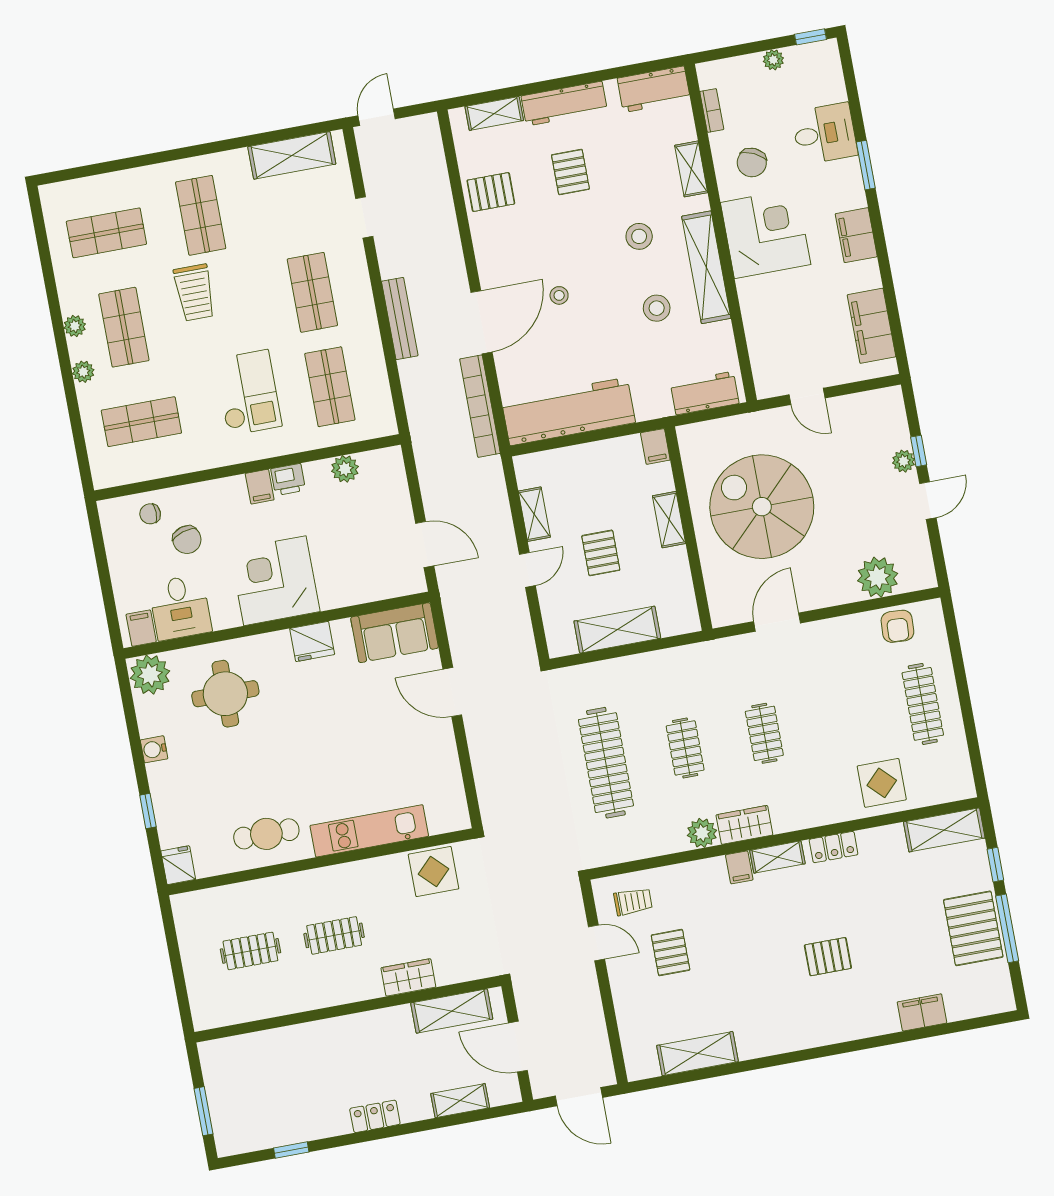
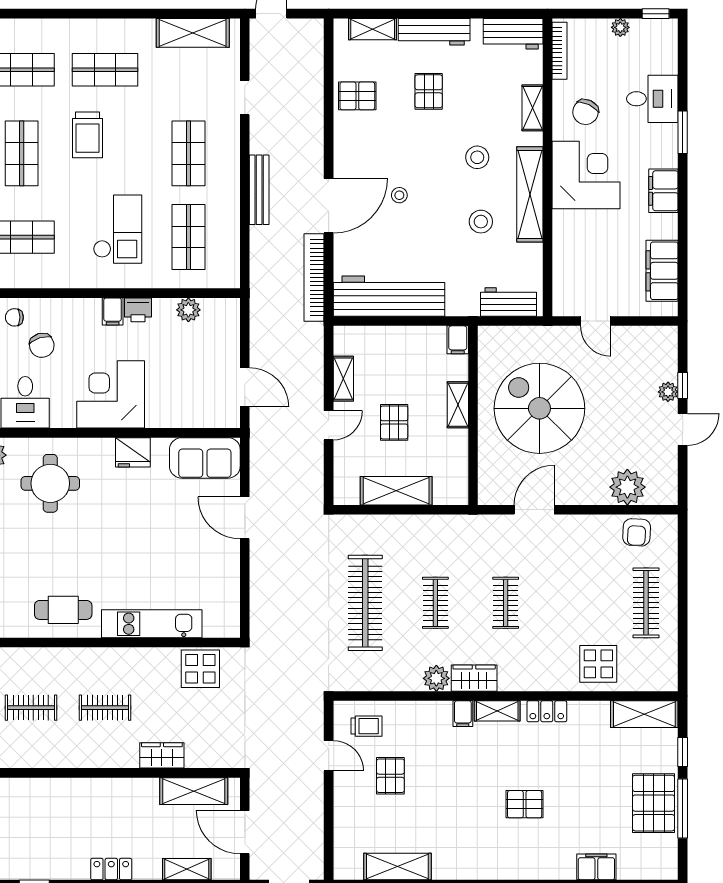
bookcase: (712, 110) -> (559, 51), width x1.56
shop shelf: (201, 215) -> (105, 70), turned 90

